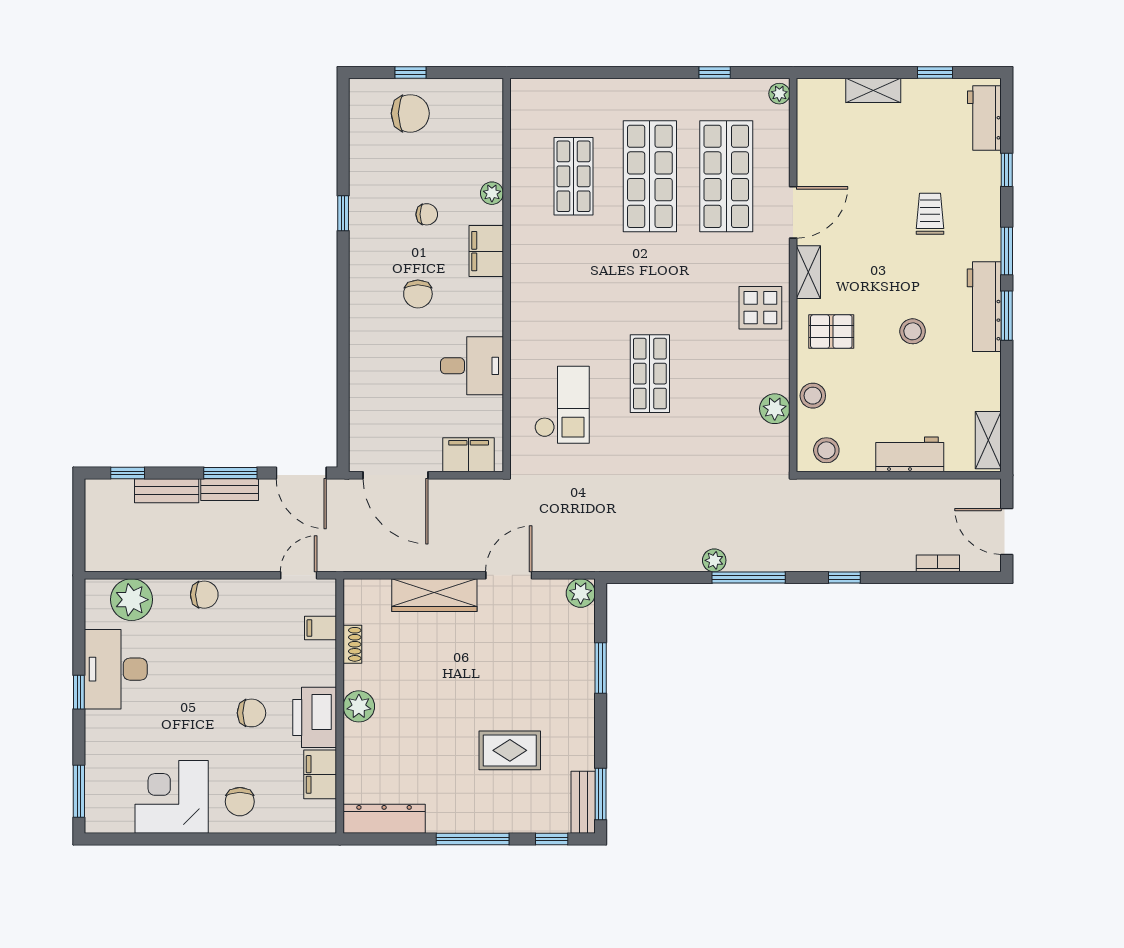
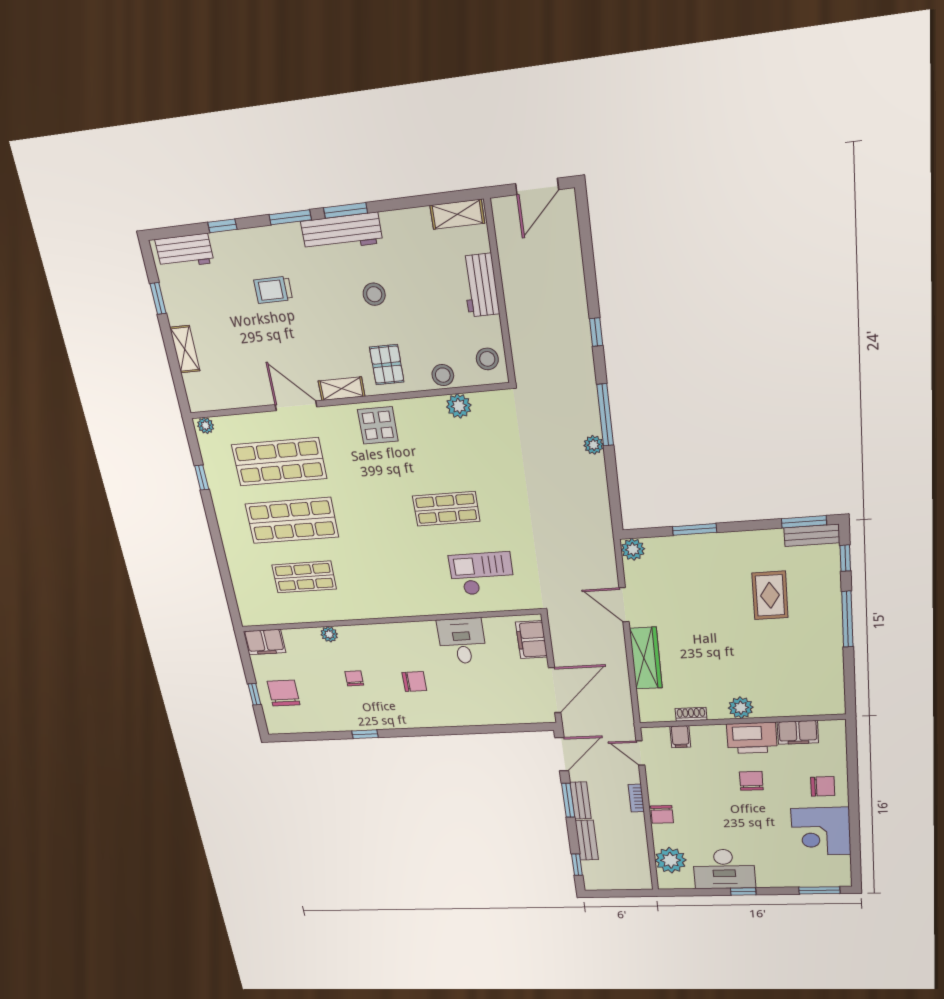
filing cabinet: (486, 251) -> (265, 642), moved
bookcase: (938, 563) -> (636, 798), moved
chair: (204, 595) -> (662, 814), turned 180
dresser: (384, 819) -> (833, 686), removed

